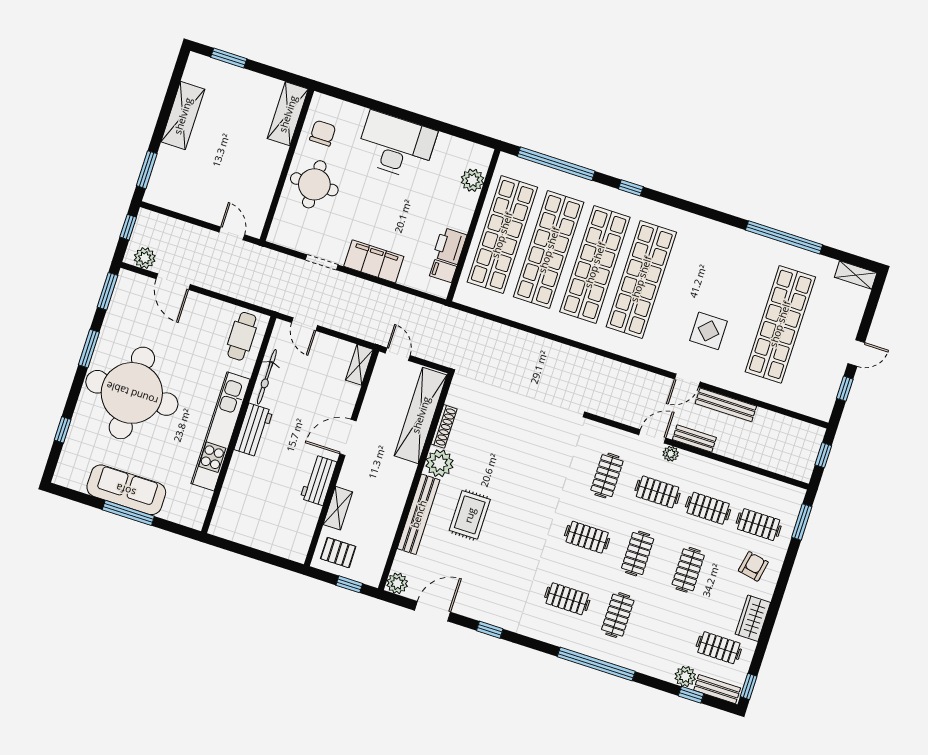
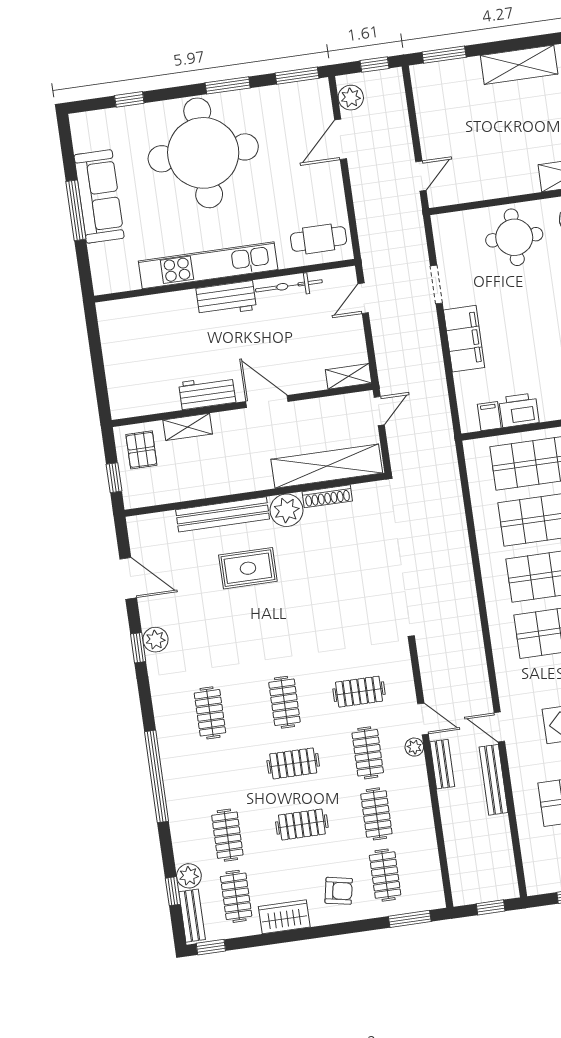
plant: (397, 583) -> (155, 640), moved
clothes rail: (618, 615) -> (227, 835), moved, turned 90

